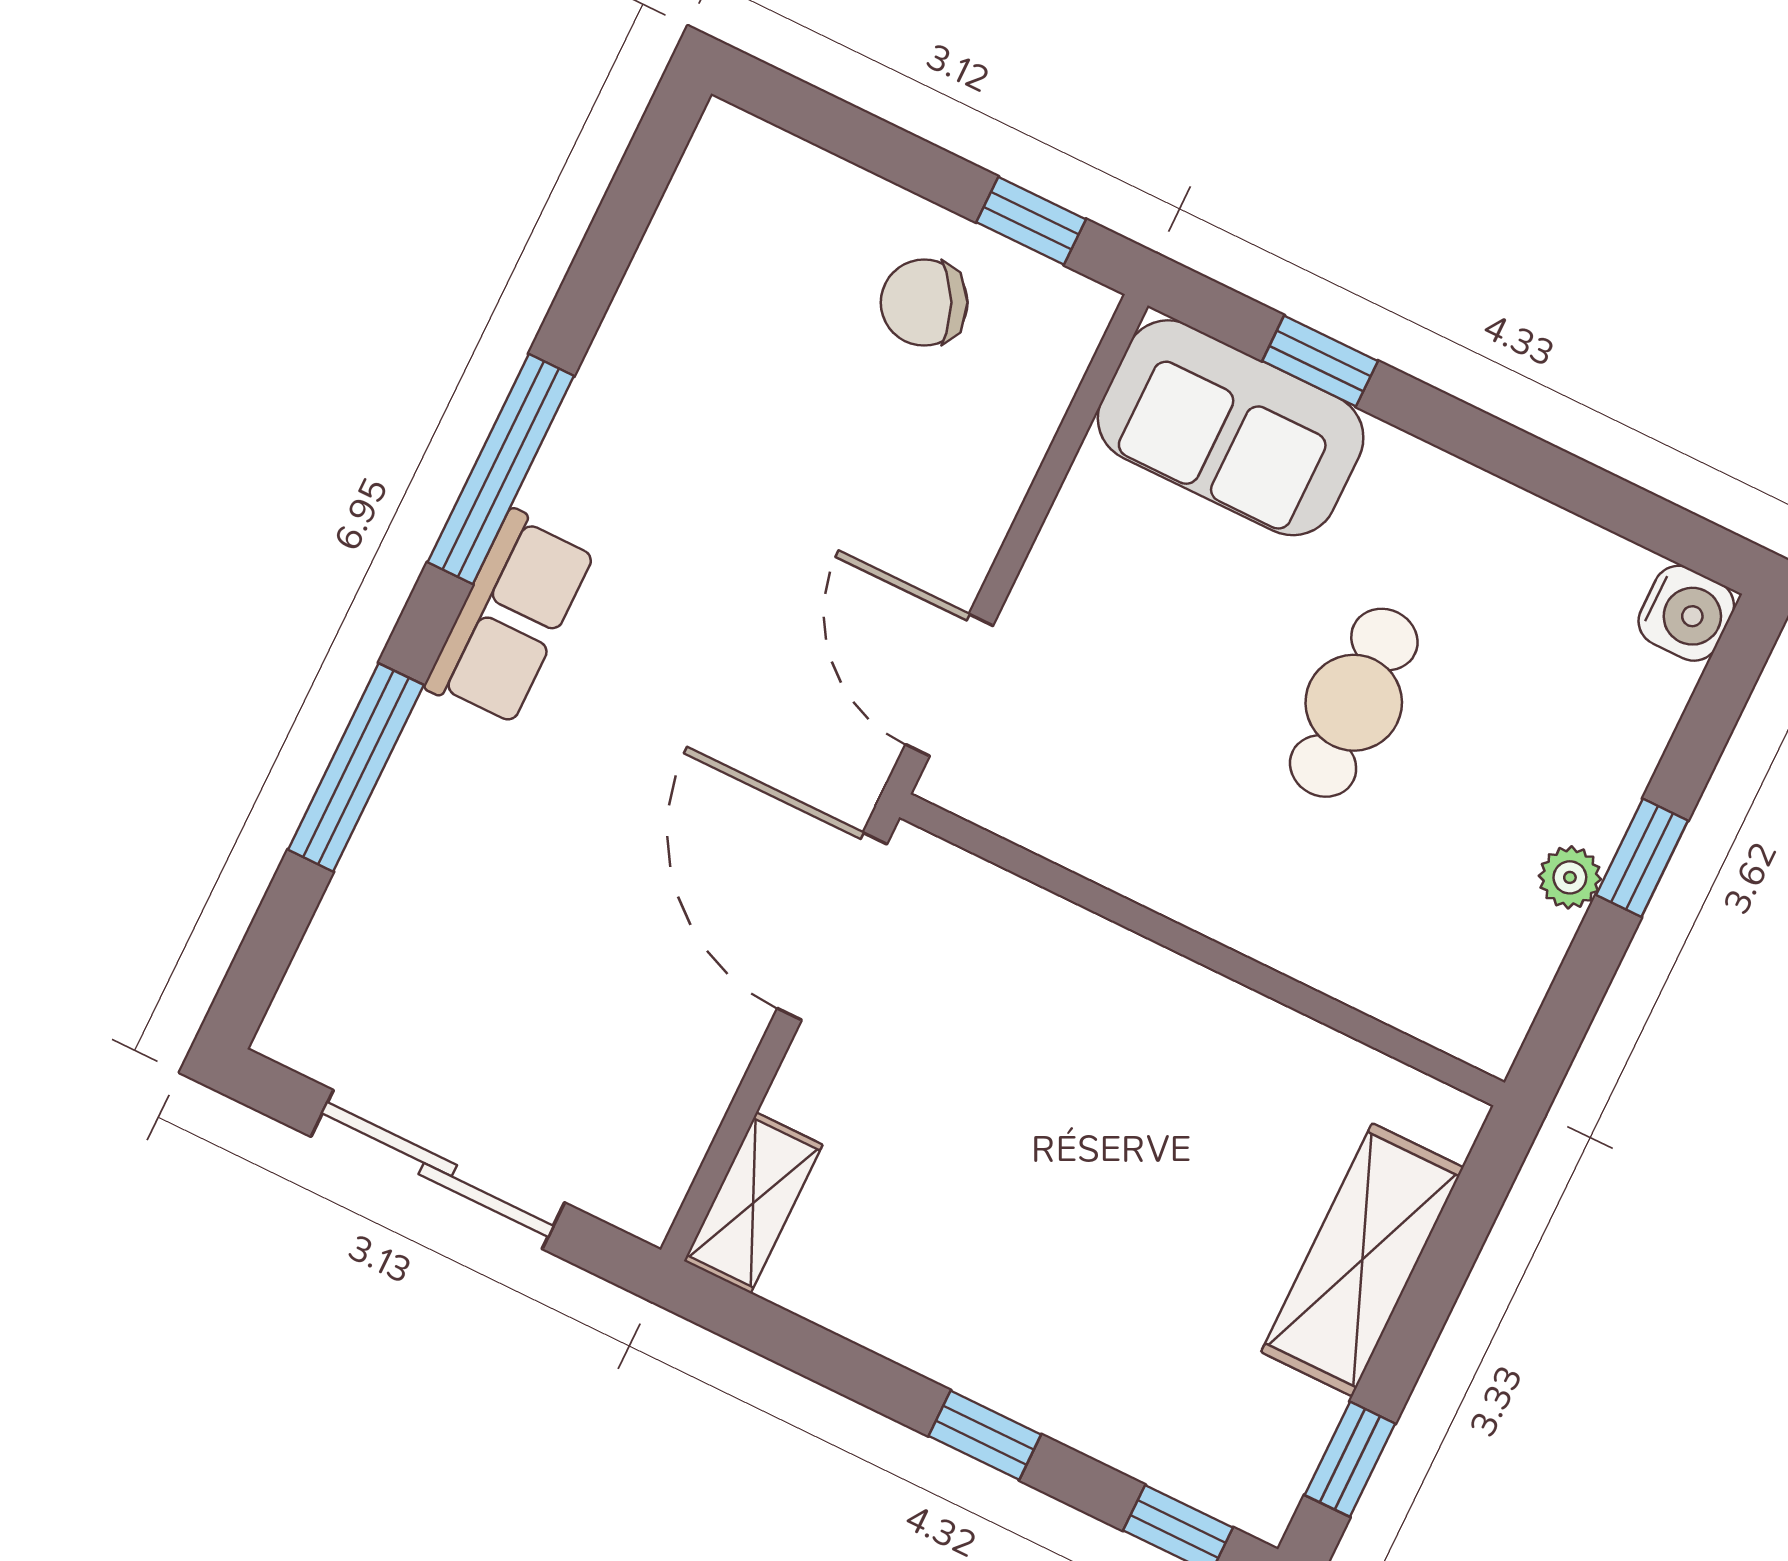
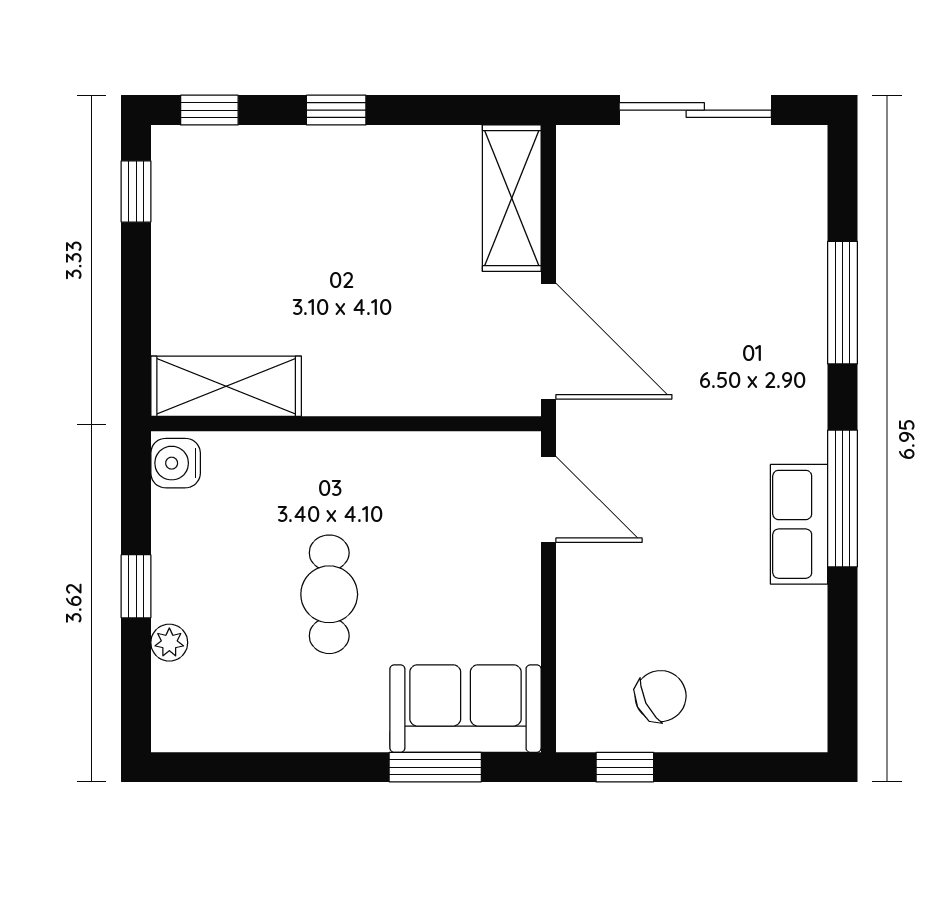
window: (1320, 361) -> (435, 767), width x1.50
water cooler: (1686, 613) -> (176, 463), moved
row of seats: (510, 618) -> (799, 524), moved
plant: (1570, 877) -> (169, 643), moved
shelving: (753, 1203) -> (512, 198), width x1.50, depth x1.33
shelving: (1362, 1260) -> (226, 386), moved, turned 90

